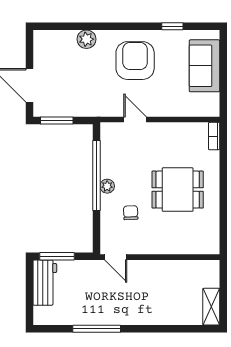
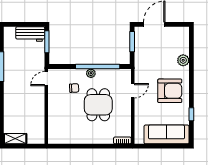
sofa: (204, 66) -> (166, 134), width x1.36
dining table: (178, 190) -> (98, 105), moved

